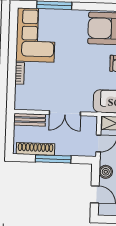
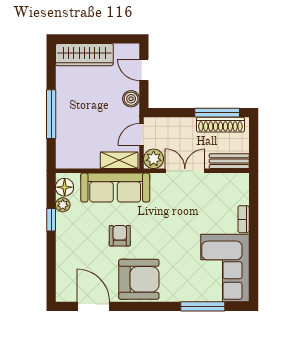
plant: (89, 124) -> (154, 159), added
window: (53, 159) -> (217, 113), moved

